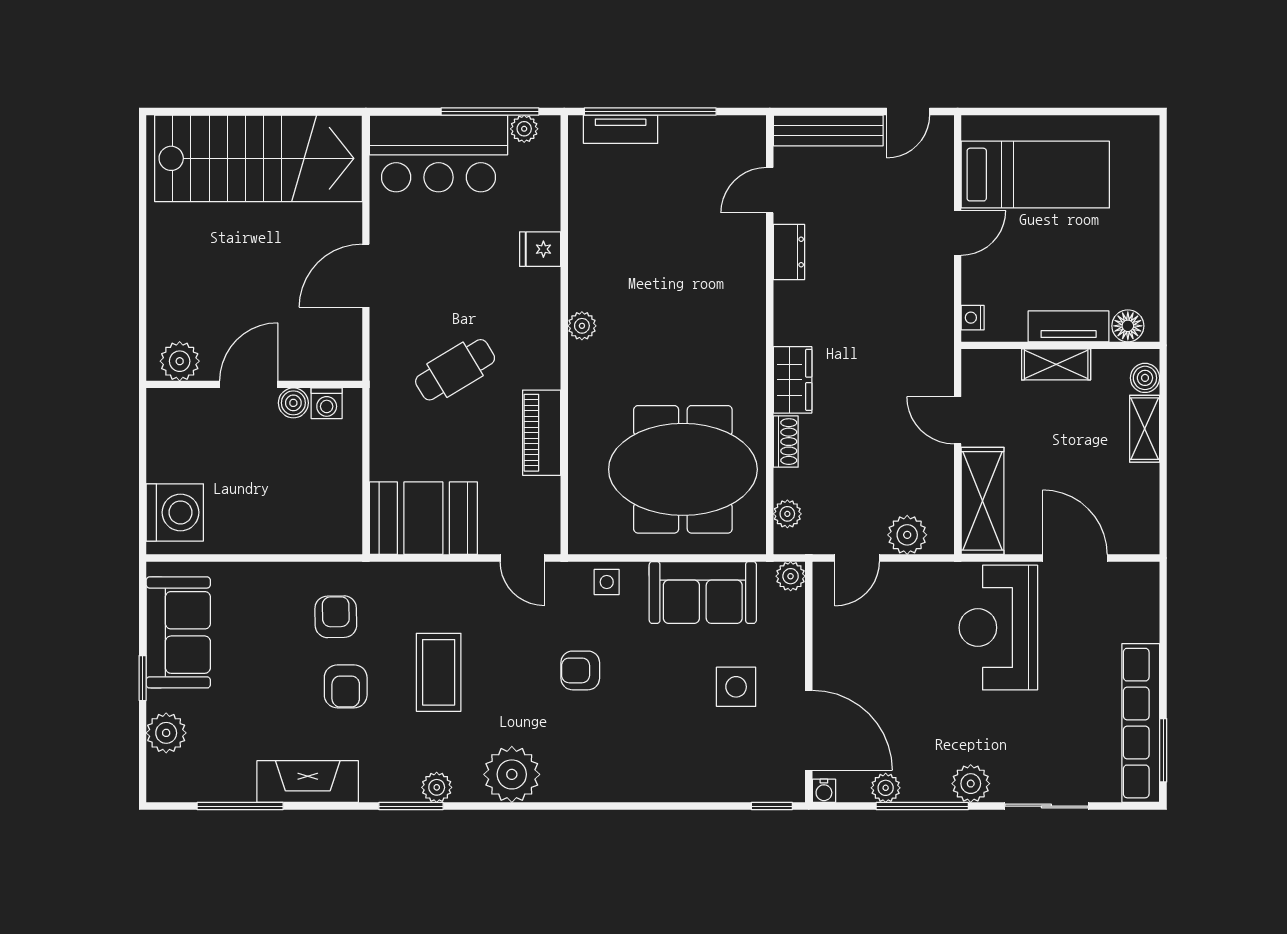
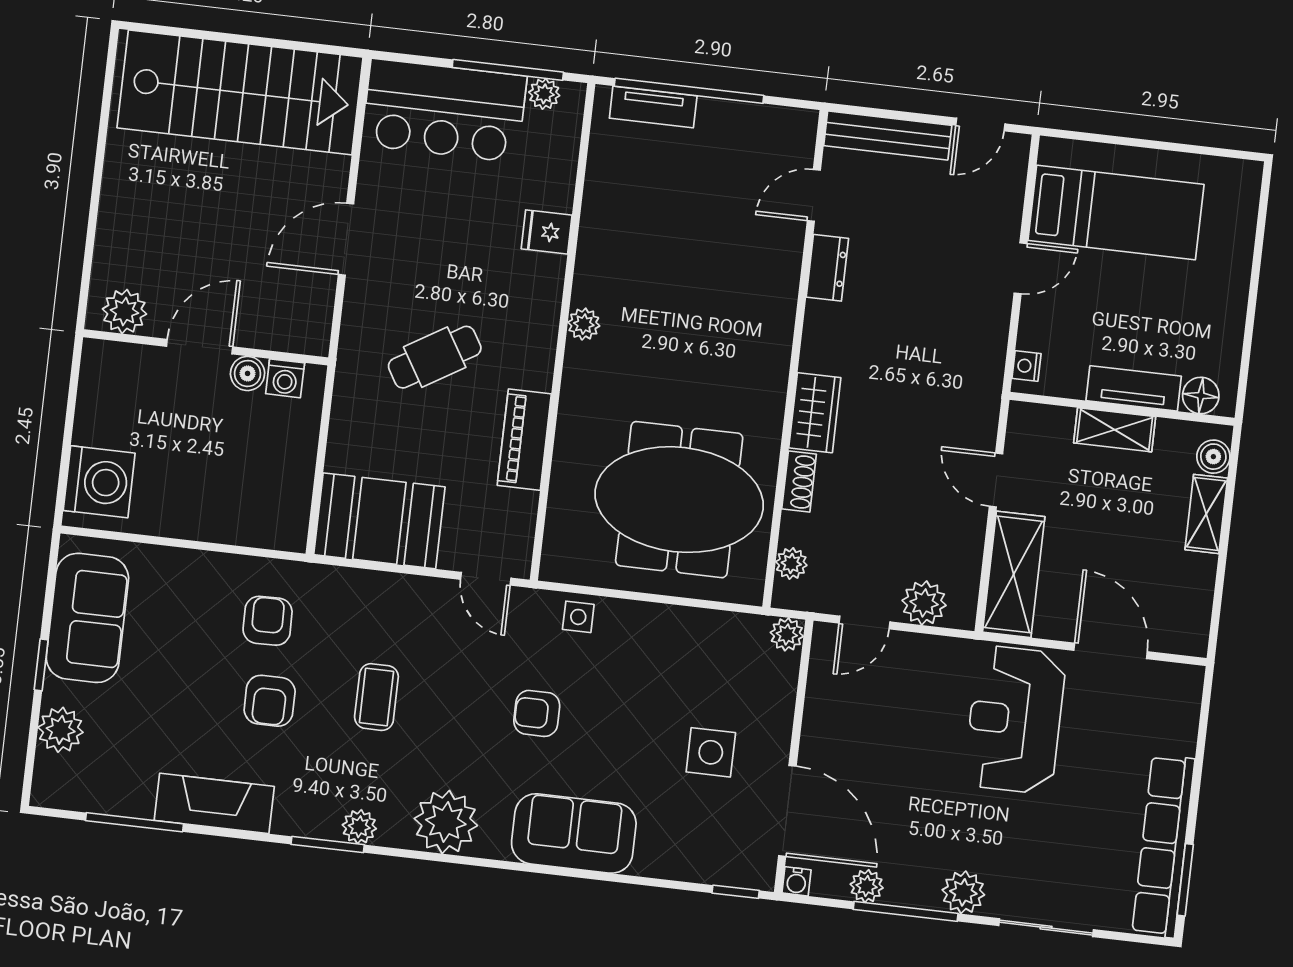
sofa: (703, 592) -> (574, 833), moved, turned 180
coffee table: (439, 672) -> (376, 697), width x0.73, depth x0.77

